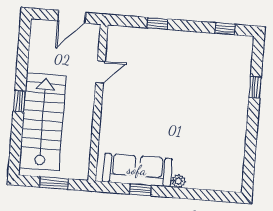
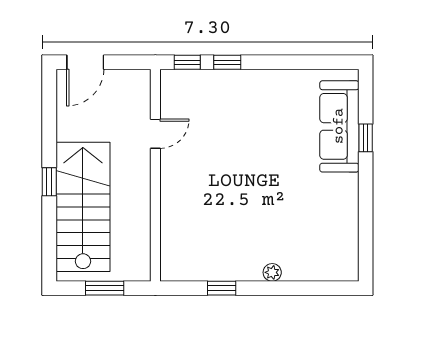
door: (72, 17) -> (85, 62), moved
window: (225, 29) -> (187, 62), moved
sofa: (137, 170) -> (339, 126), moved, turned -90

